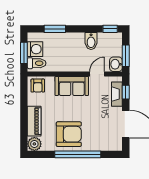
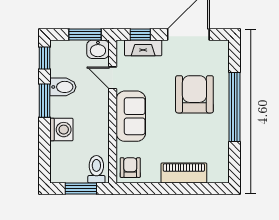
window: (55, 29) -> (45, 101), moved
washing machine: (35, 49) -> (61, 130), moved, turned 90
armchair: (38, 86) -> (130, 168), turned -90
armchair: (69, 134) -> (194, 94), moved
plant: (34, 144) -> (219, 173), removed

